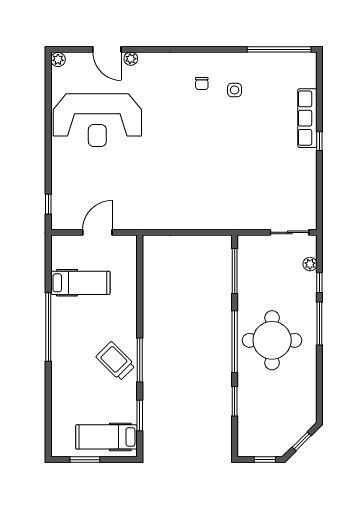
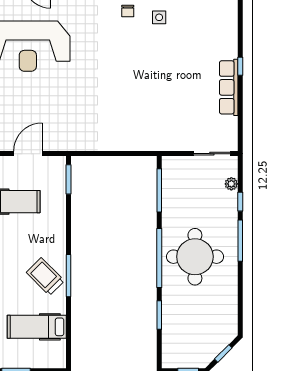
row of seats: (307, 118) -> (229, 87), moved
window: (140, 415) -> (68, 179), moved
hospital bed: (107, 437) -> (37, 327), moved

